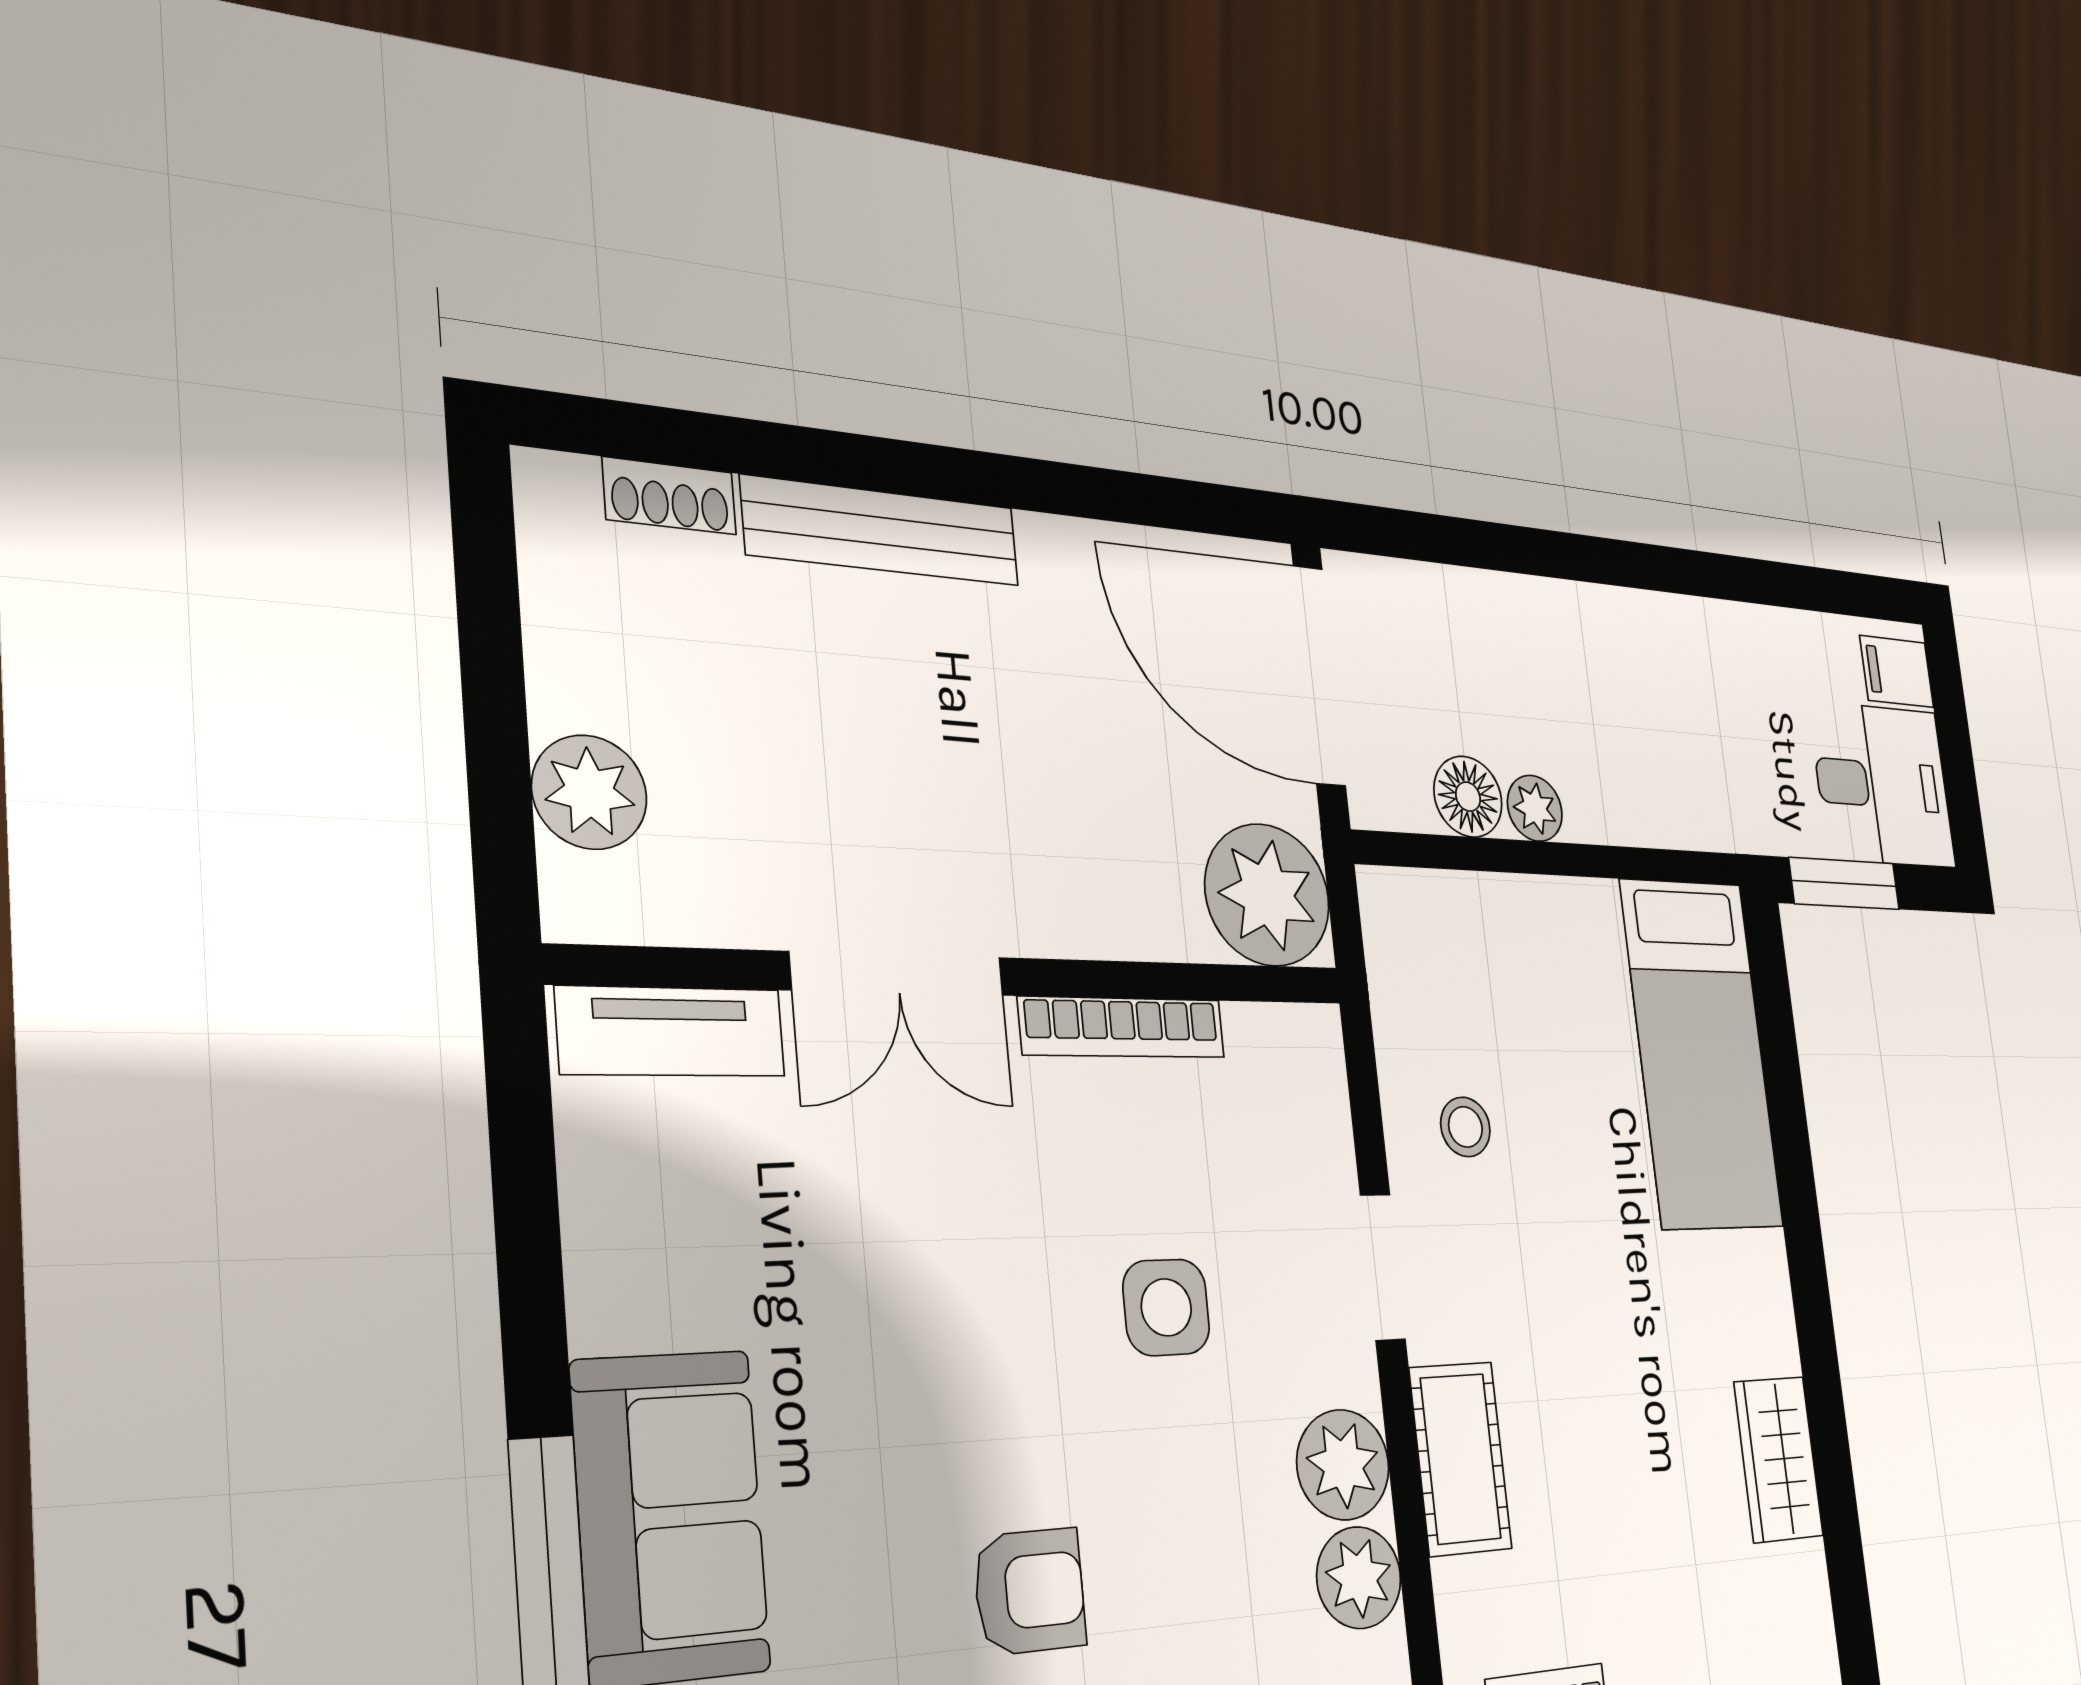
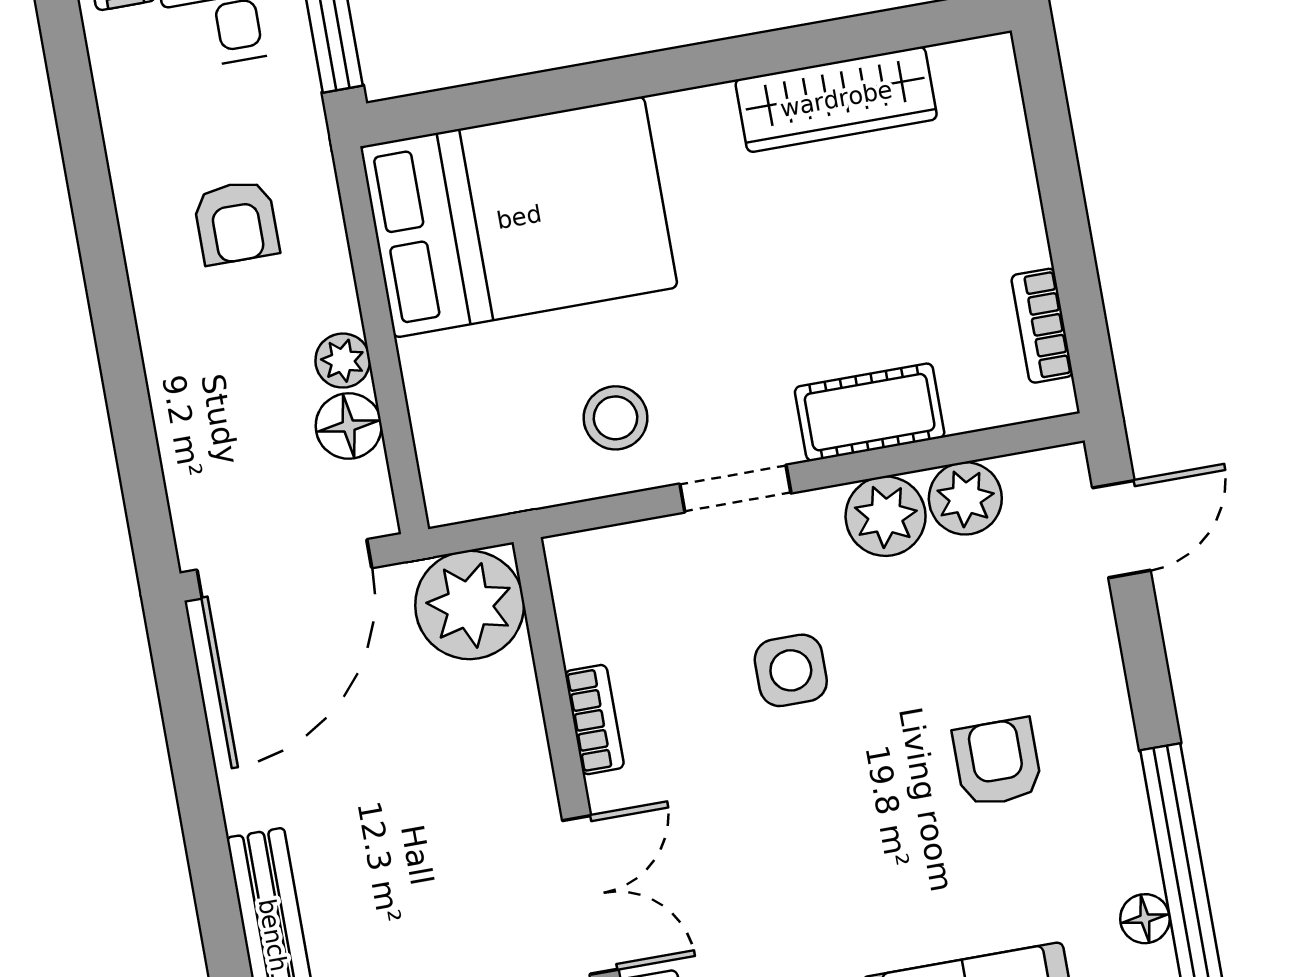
armchair: (1671, 725) -> (236, 222), added
bookcase: (1122, 1027) -> (594, 720), width x0.64
bed: (1702, 1053) -> (519, 217), width x1.50
stool: (1465, 1127) -> (616, 418), width x1.37, depth x1.37
wardrobe: (1779, 1459) -> (836, 99), width x1.50

